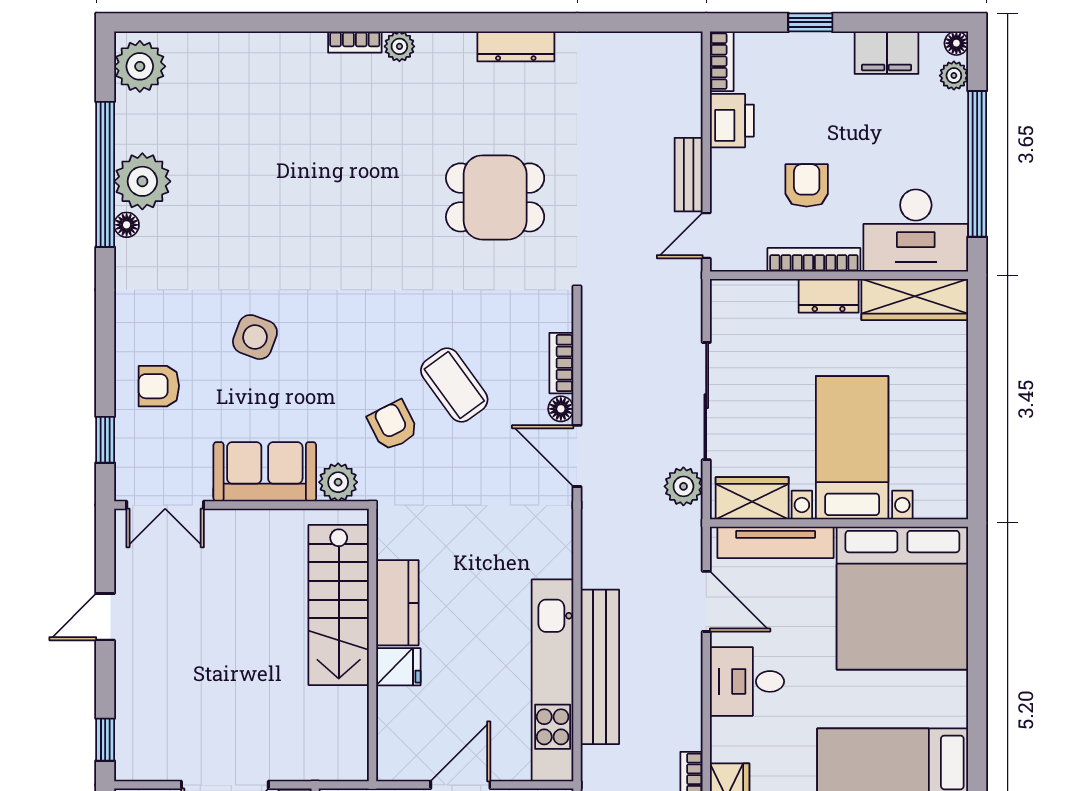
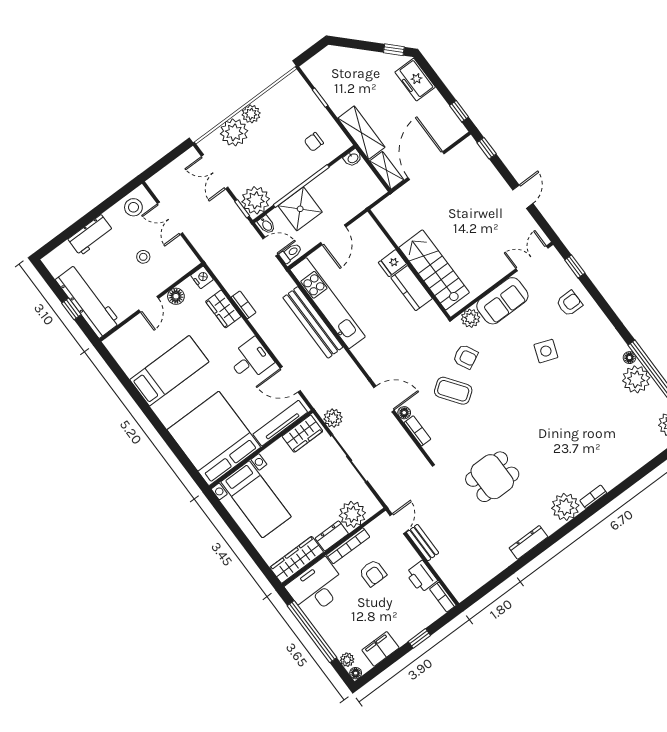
plant: (399, 46) -> (565, 507), width x1.87, depth x1.87
plant: (769, 306) -> (352, 514), added
bed with nightstands: (852, 448) -> (256, 499), moved

